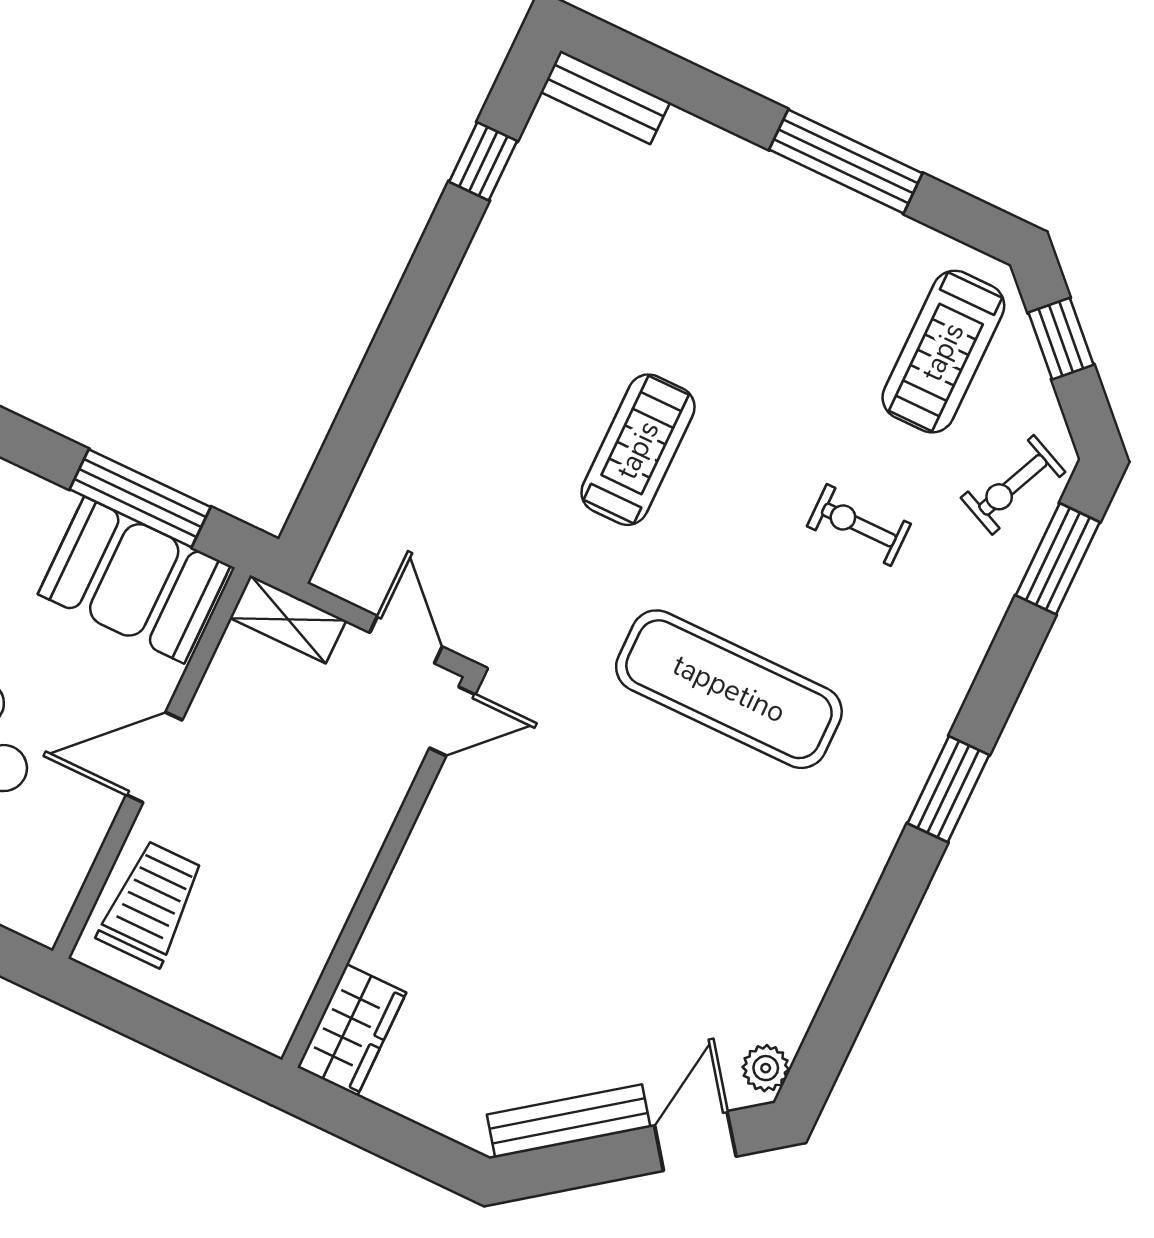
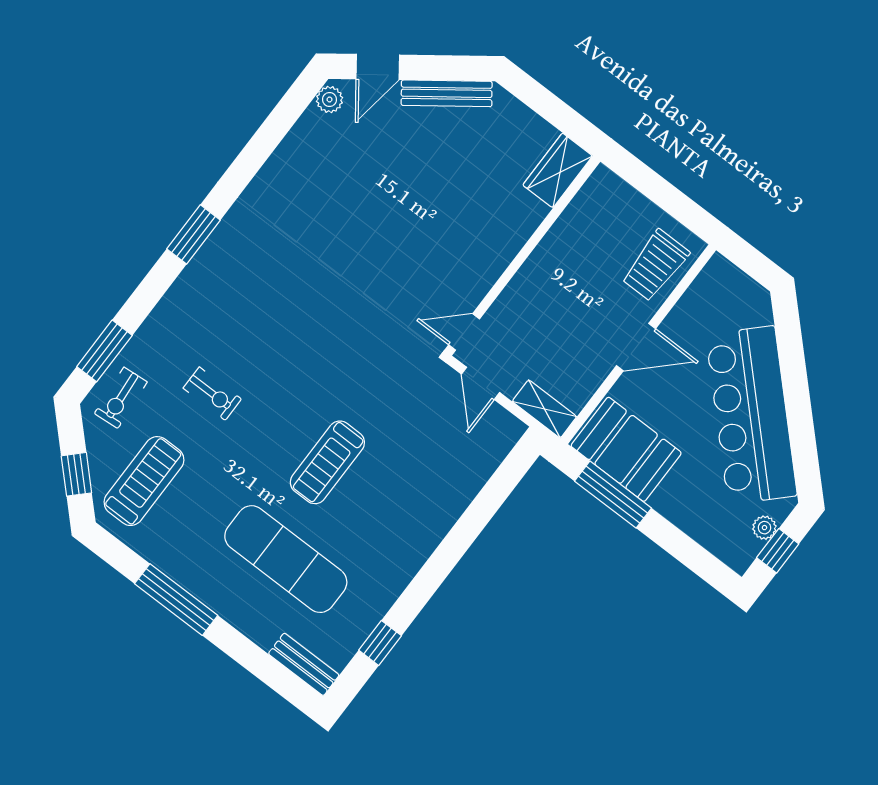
exercise bike: (1013, 485) -> (121, 398), turned 151
exercise mat: (729, 689) -> (286, 559), moved

